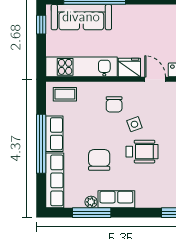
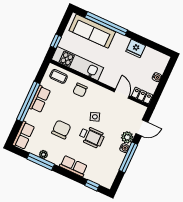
window: (41, 25) -> (56, 41), moved
fridge: (129, 67) -> (136, 48), moved, turned 180
chair: (114, 104) -> (80, 90), moved
row of seats: (55, 180) -> (24, 135), width x0.68
row of seats: (116, 199) -> (73, 166), moved

